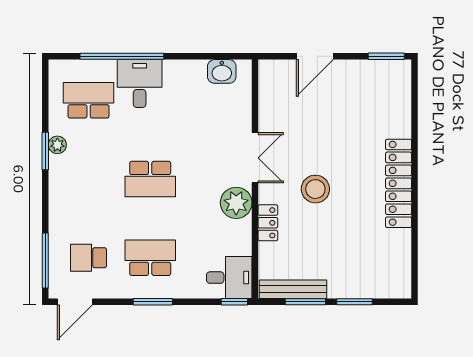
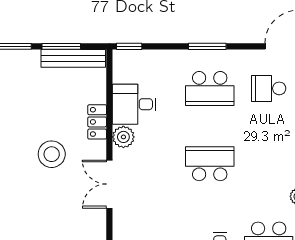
plant: (236, 203) -> (123, 137), width x0.73, depth x0.73
school desk: (89, 258) -> (269, 88), turned 180
desk: (229, 278) -> (134, 104), moved

